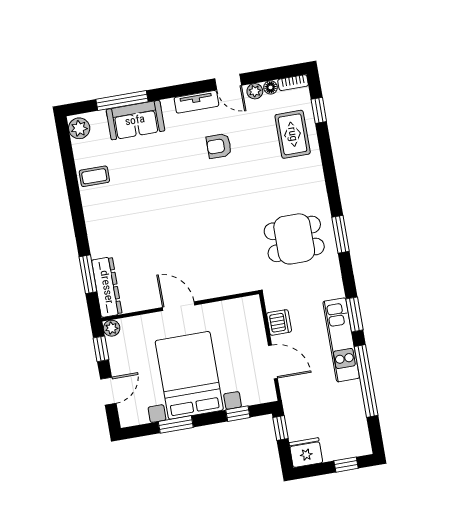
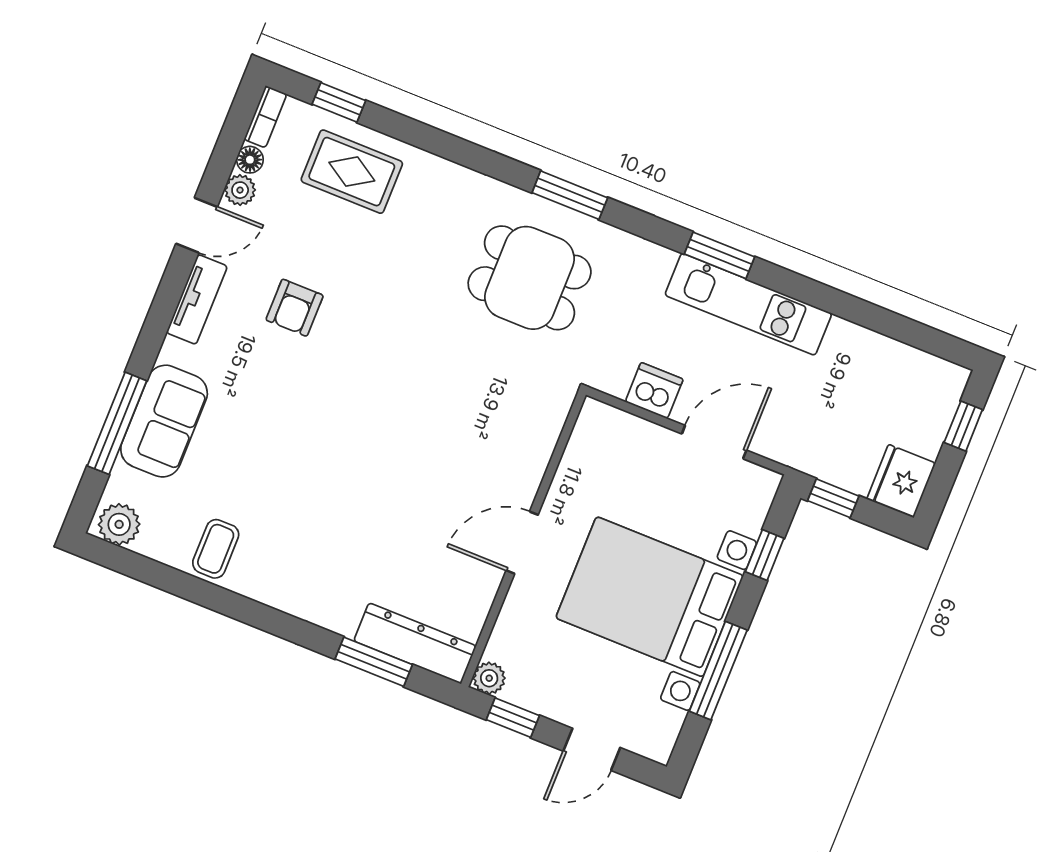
dining table: (294, 239) -> (530, 278), turned 90
window: (366, 381) -> (843, 305), removed
door: (108, 391) -> (592, 749), swing flipped
window: (176, 424) -> (718, 671), width x1.44

